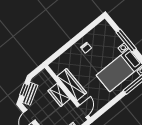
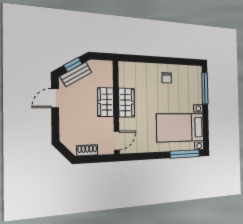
window: (126, 40) -> (205, 88), moved
wardrobe: (72, 85) -> (126, 103), width x0.67

